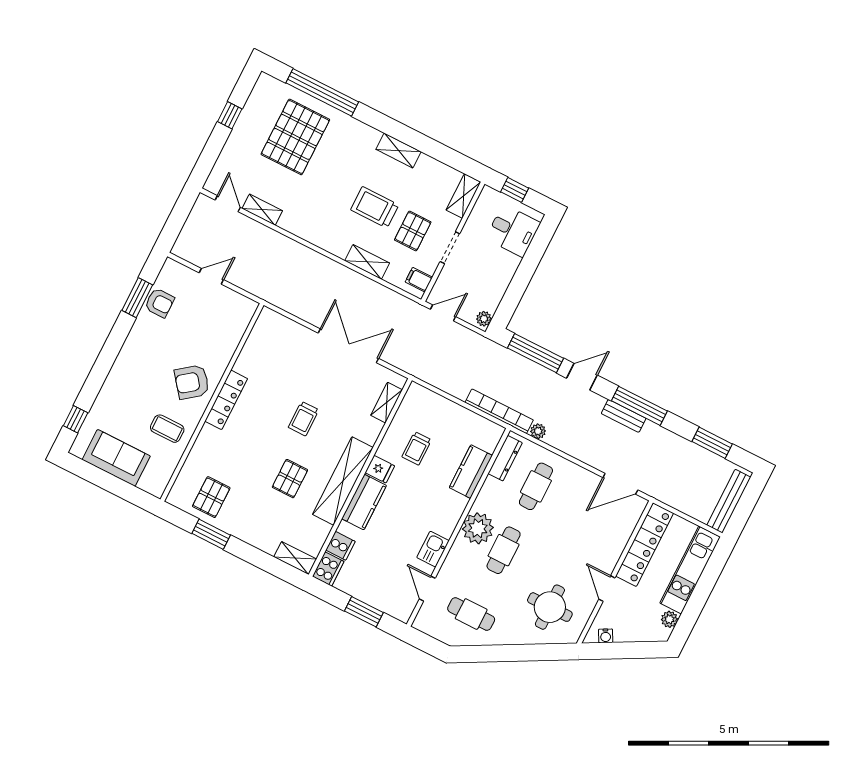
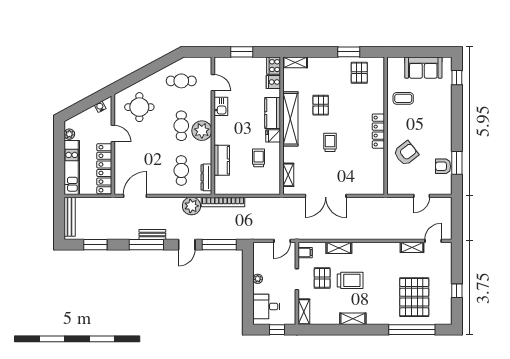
door: (228, 204) -> (433, 241), swing flipped
plant: (484, 319) -> (258, 279), moved
armchair: (192, 382) -> (406, 153), moved
plant: (538, 431) -> (191, 206), width x1.88, depth x1.88

